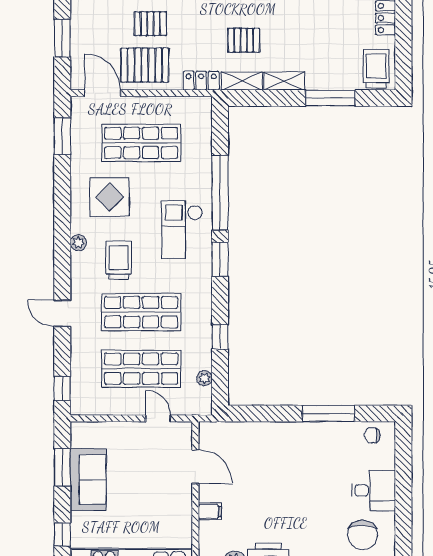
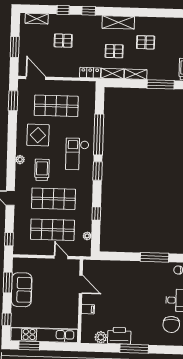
pallet: (145, 65) -> (146, 42), moved, width x0.67, depth x0.71

